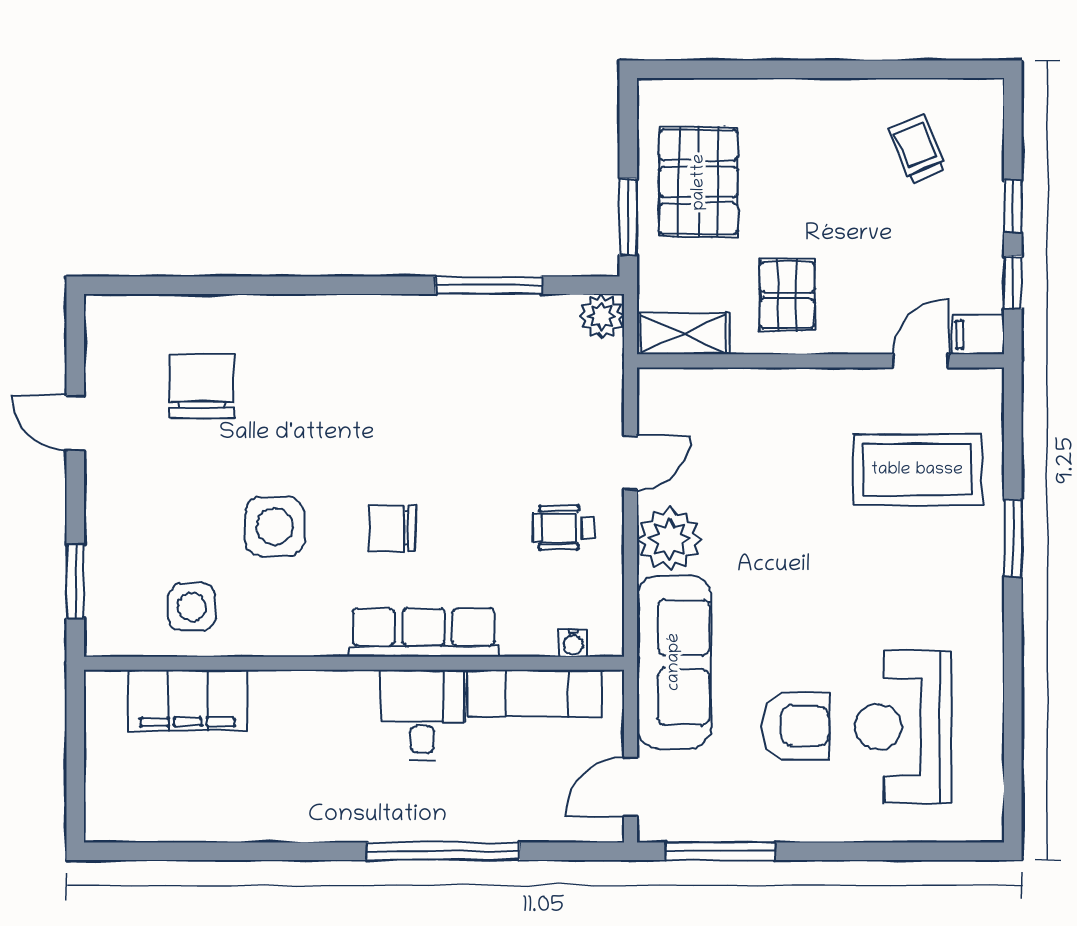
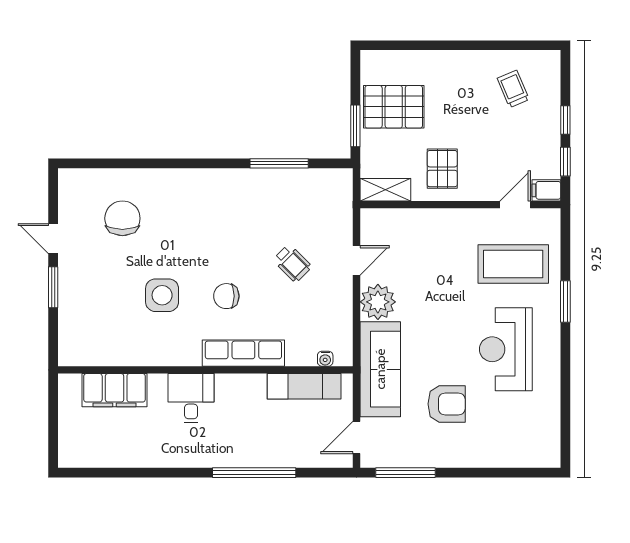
pallet: (699, 182) -> (394, 107), turned 90
plant: (602, 316) -> (341, 180), removed
wheelchair: (564, 528) -> (292, 263), moved, turned -135
window: (75, 581) -> (53, 287), moved
side table: (192, 607) -> (117, 339), removed
desk: (422, 715) -> (191, 398), moved
reception desk: (903, 727) -> (506, 349), moved

